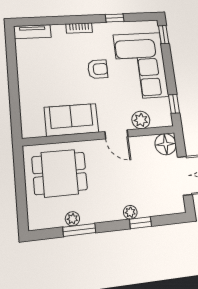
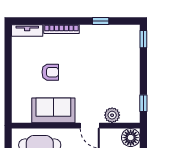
bookcase: (79, 28) -> (61, 29), width x1.56
corner sofa: (141, 65) -> (118, 67), removed
armchair: (98, 69) -> (50, 72), moved

